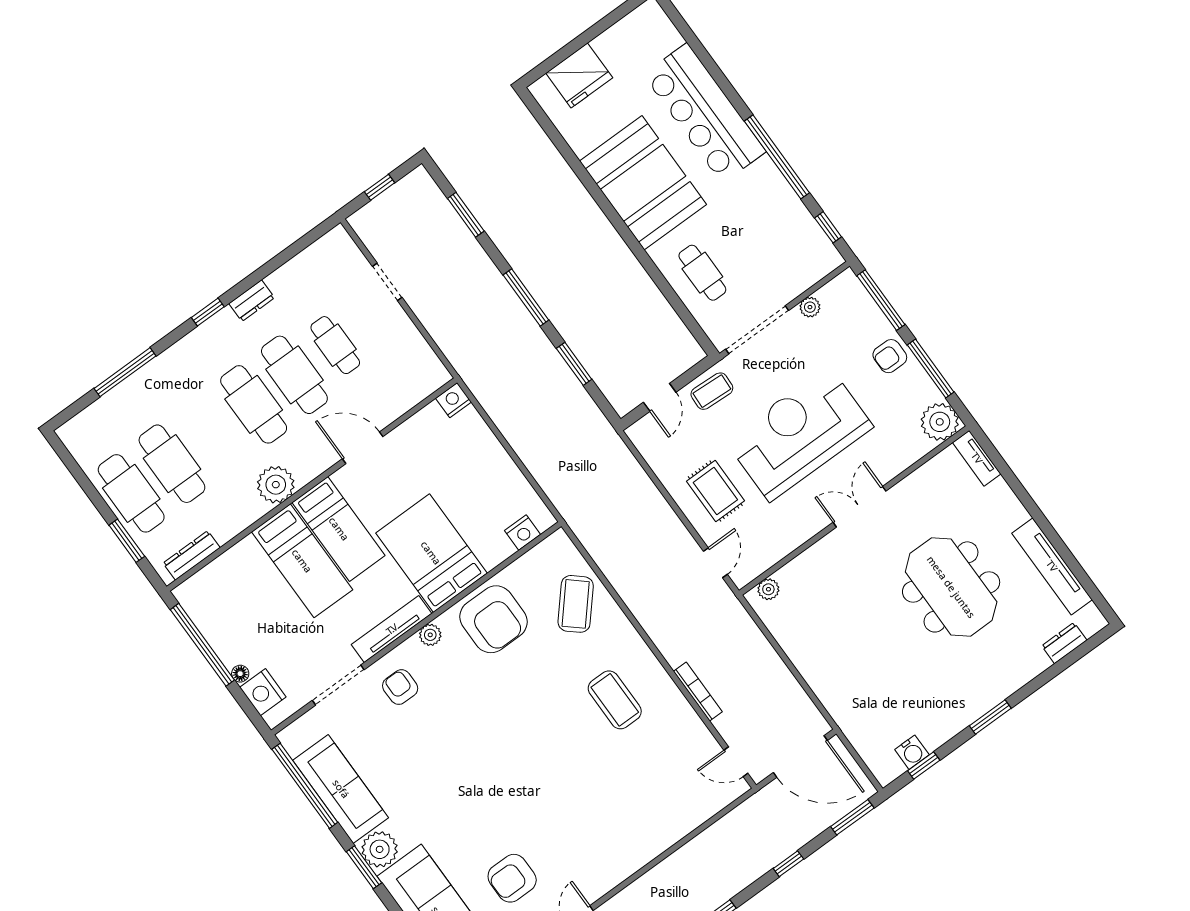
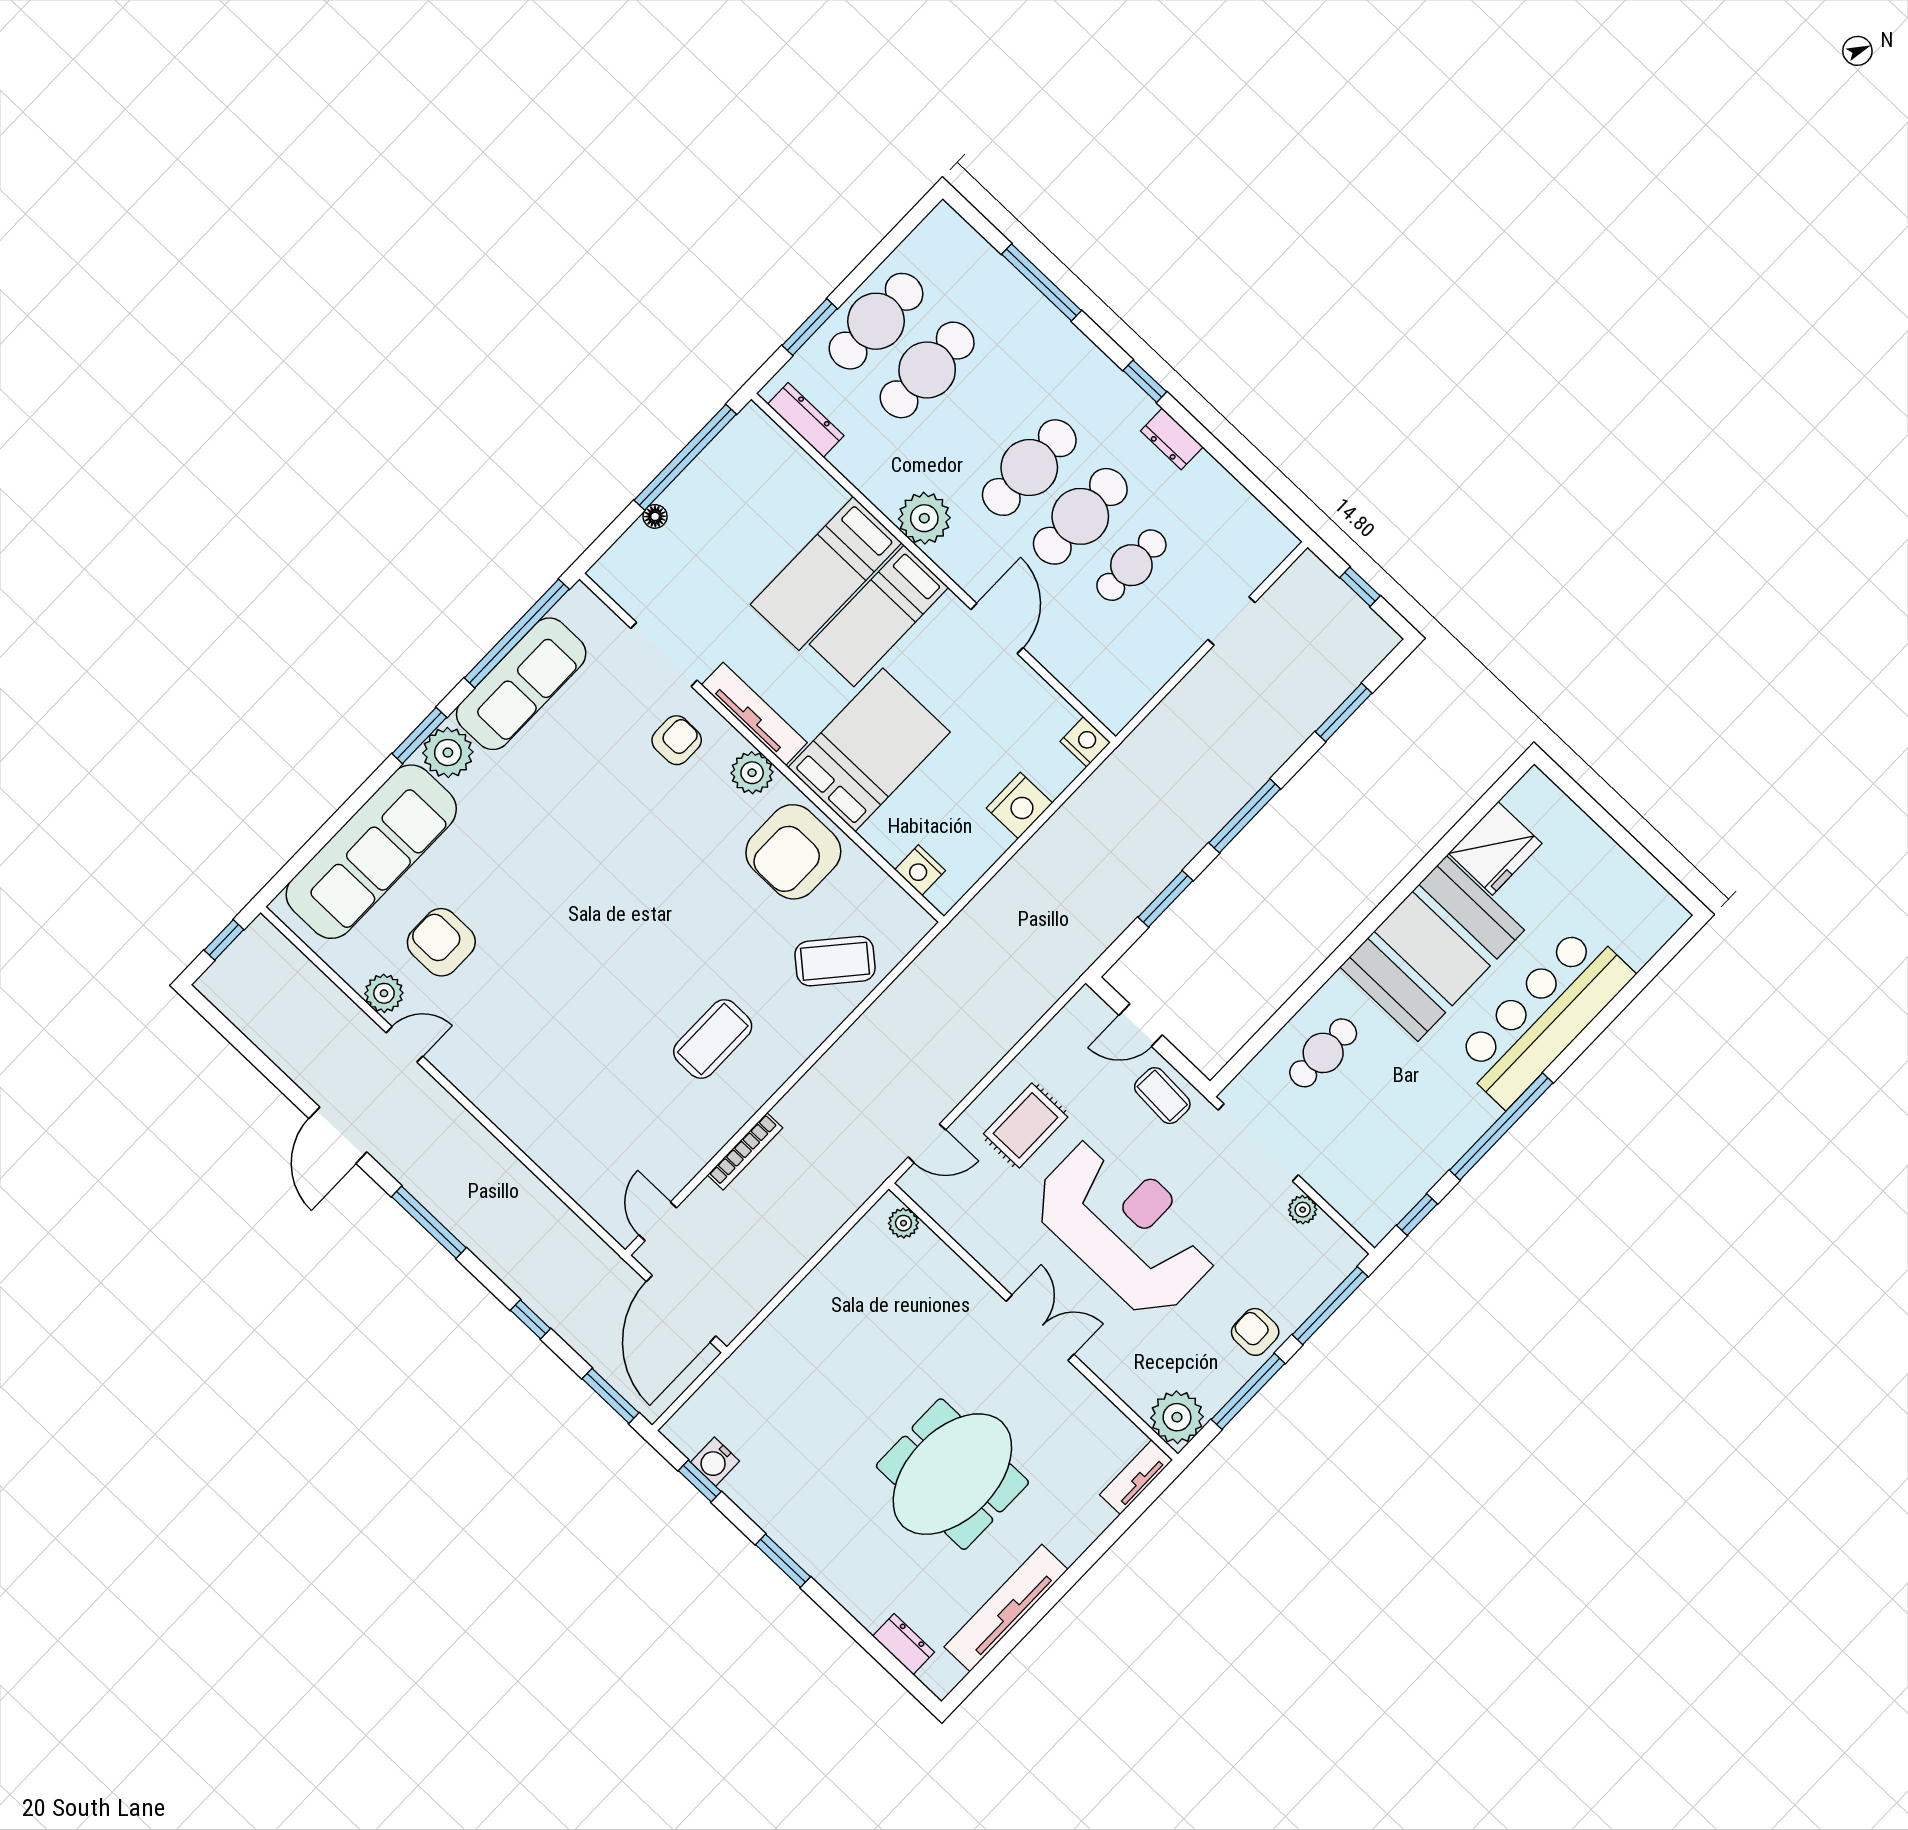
fridge: (579, 75) -> (1495, 848), moved, turned -90
plant: (430, 635) -> (752, 773), width x1.38, depth x1.38
nightstand: (263, 692) -> (1019, 806), moved, turned 180

